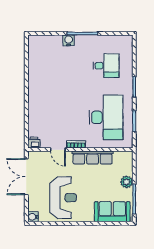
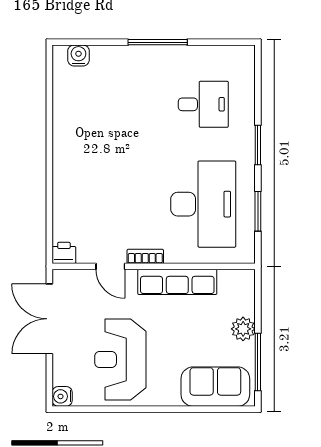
water cooler: (69, 40) -> (78, 55), moved
reception desk: (63, 198) -> (120, 359), turned 180

